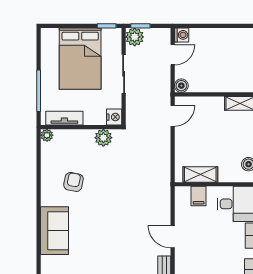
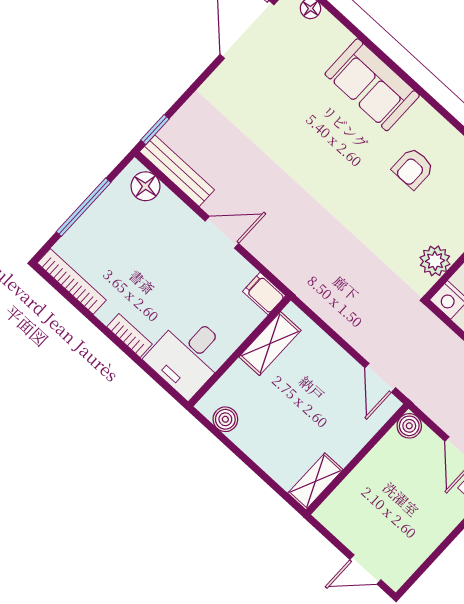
armchair: (73, 182) -> (413, 168), turned 79
filing cabinet: (199, 196) -> (264, 293), moved

